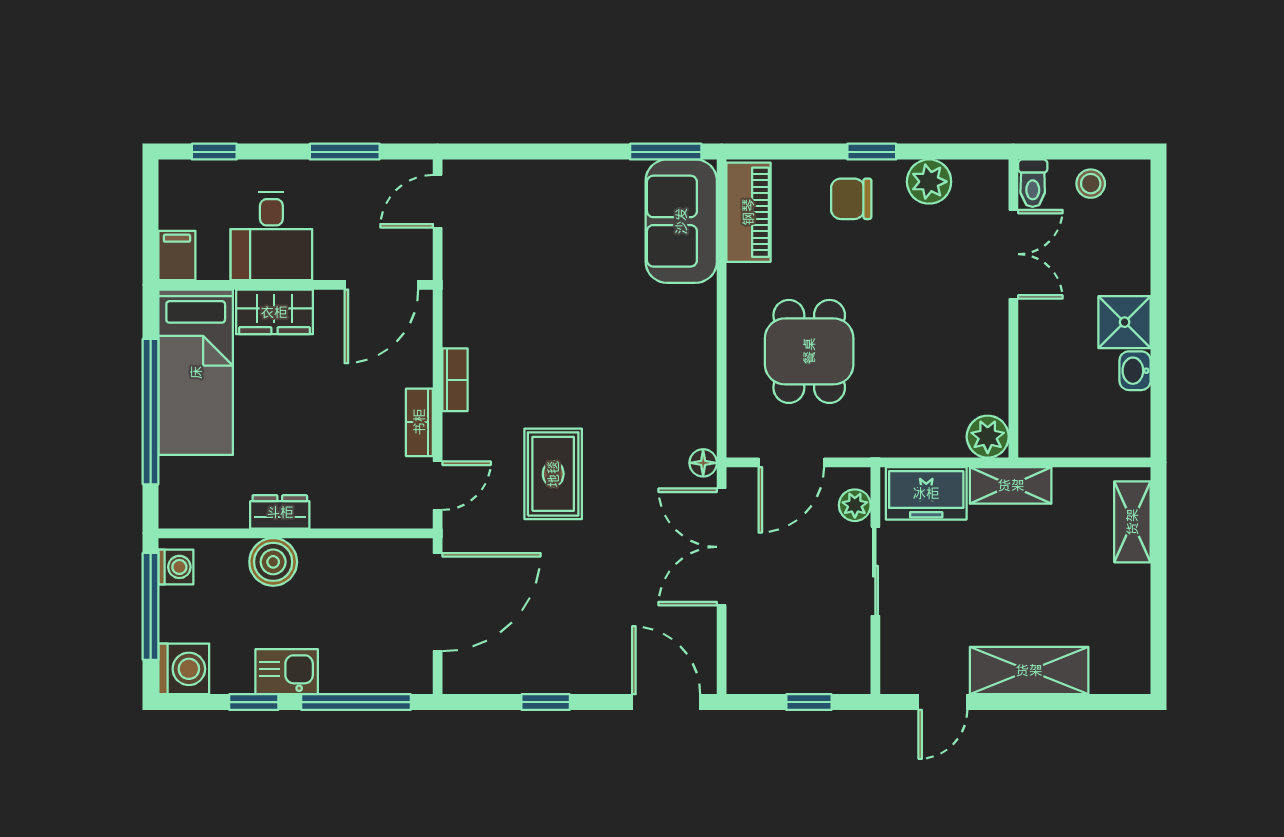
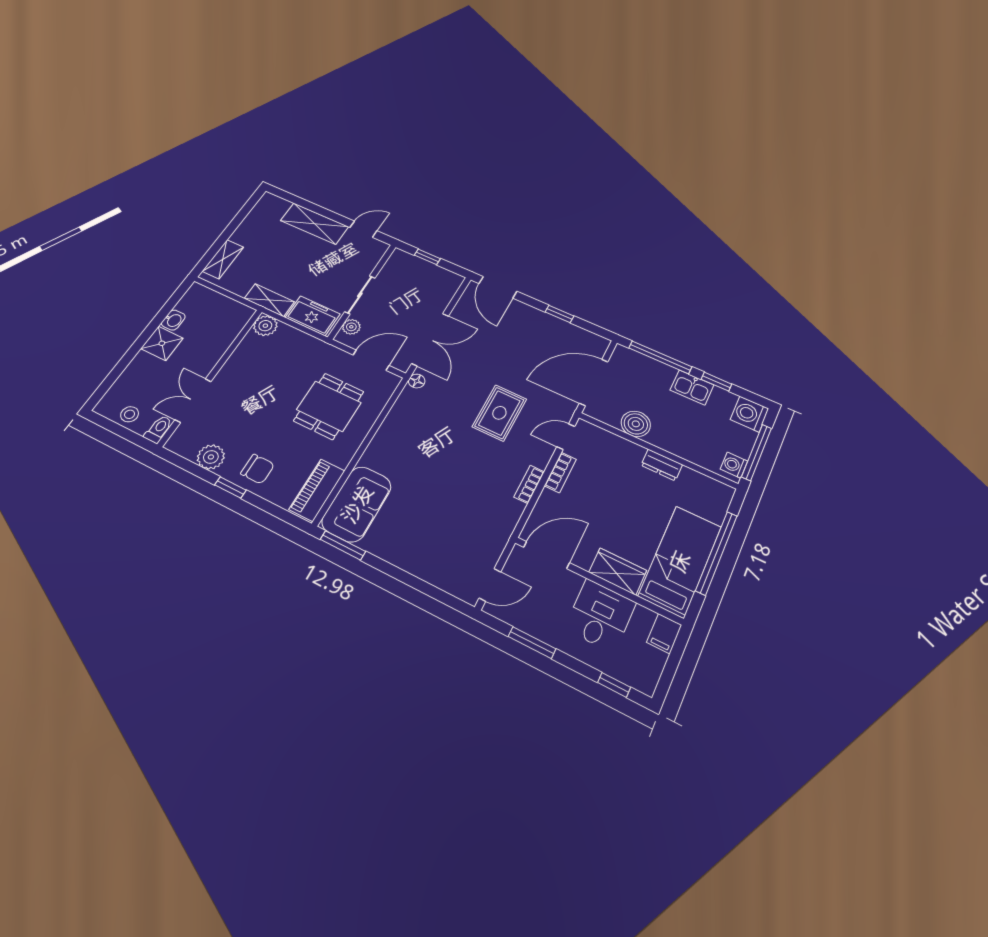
boiler: (273, 562) -> (636, 424), moved

